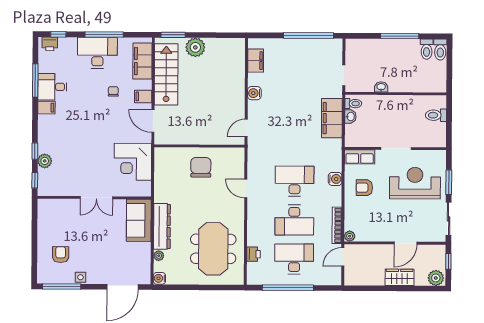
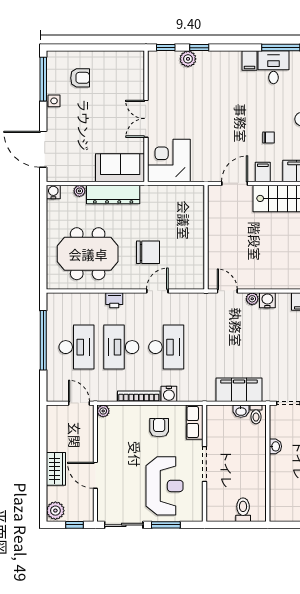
plant: (253, 106) -> (252, 299), added
corner desk: (133, 162) -> (169, 161), moved
chair: (201, 167) -> (148, 252), moved
bookcase: (337, 225) -> (139, 396), moved
printer: (253, 254) -> (114, 300), moved

